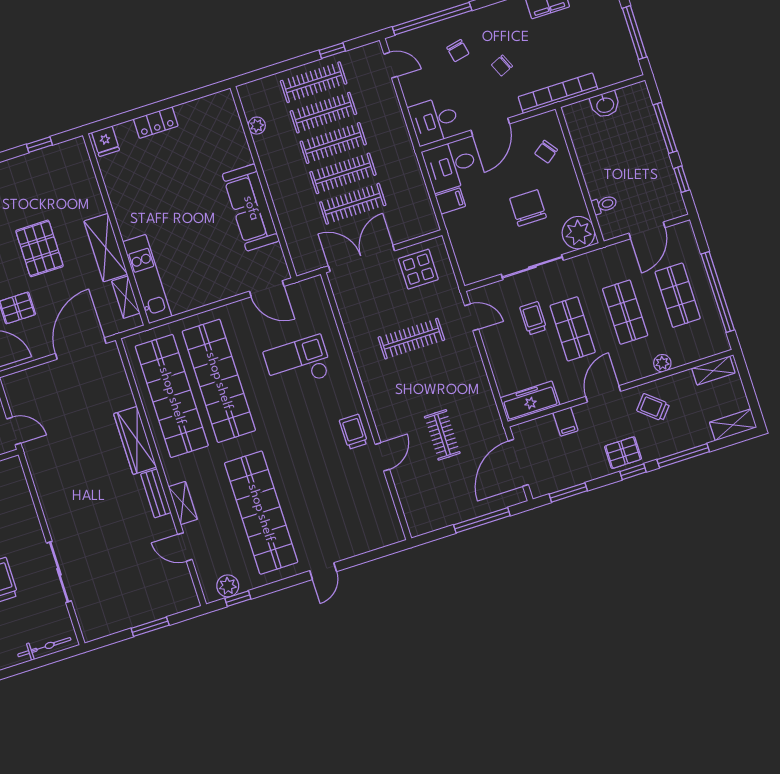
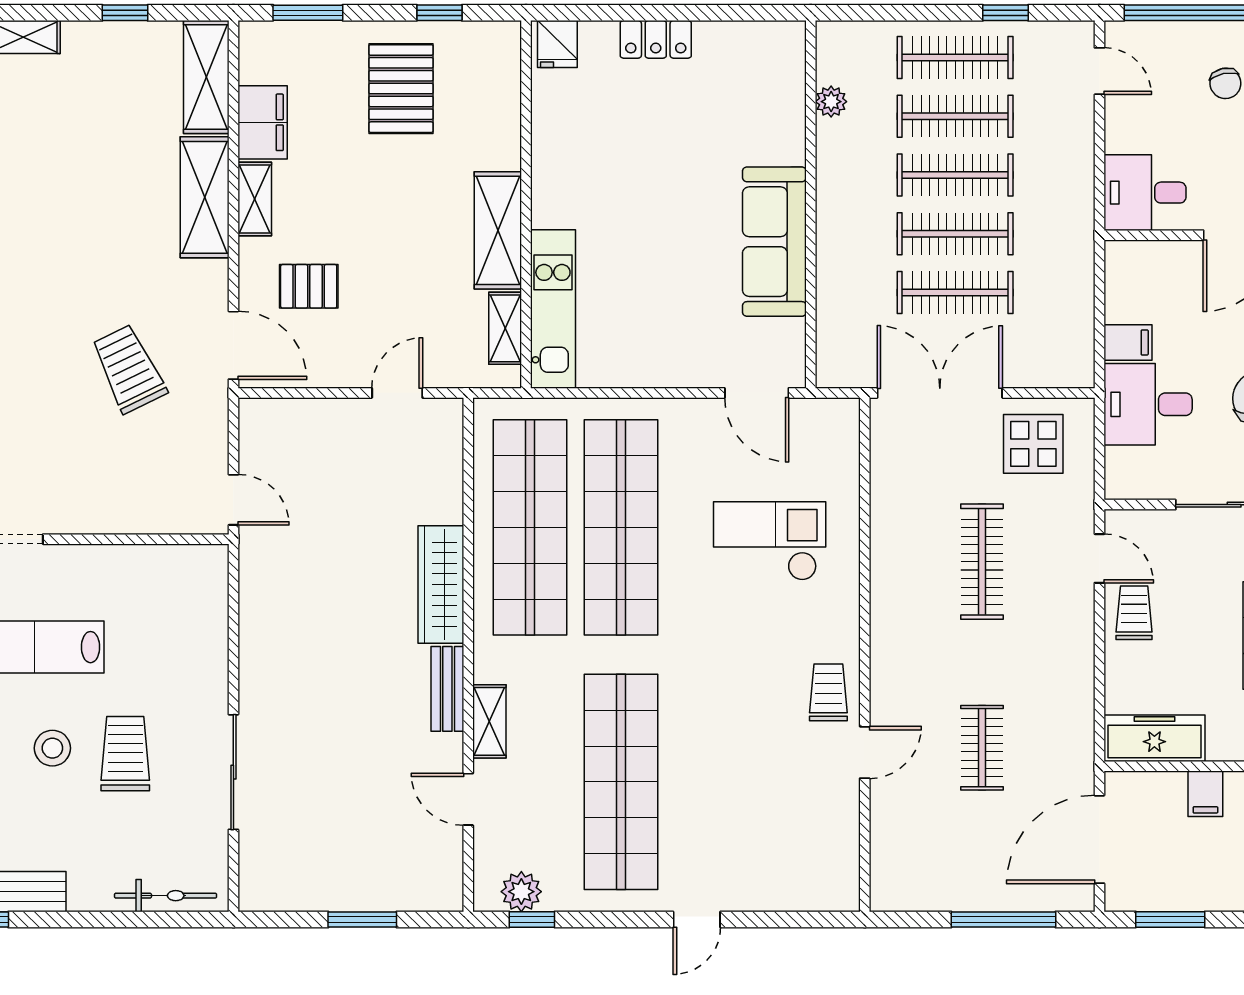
desk: (451, 166) -> (1148, 404), moved
pallet: (39, 248) -> (401, 89), moved
trolley: (533, 318) -> (1134, 613), moved
clothes rail: (411, 339) -> (982, 562), turned 90
door: (81, 348) -> (397, 393), width x0.53

